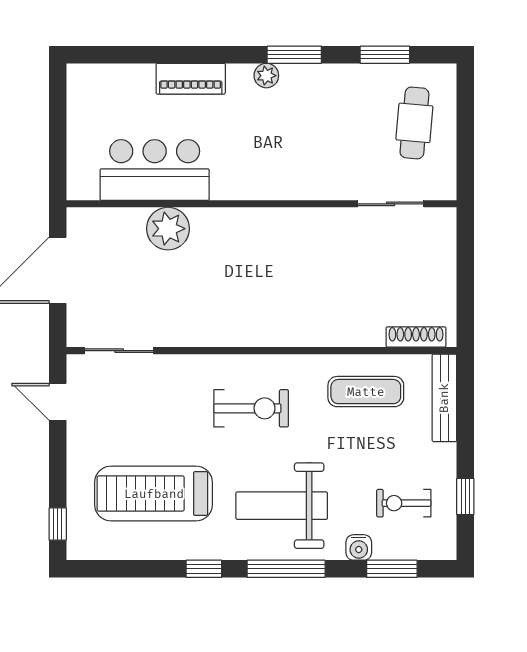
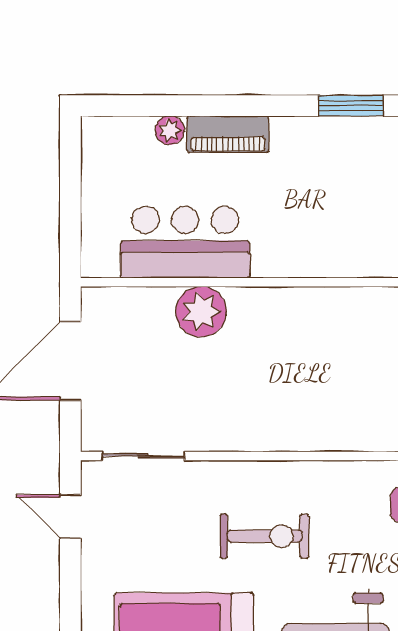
plant: (266, 76) -> (170, 130), moved
exercise bike: (251, 408) -> (265, 536), moved

